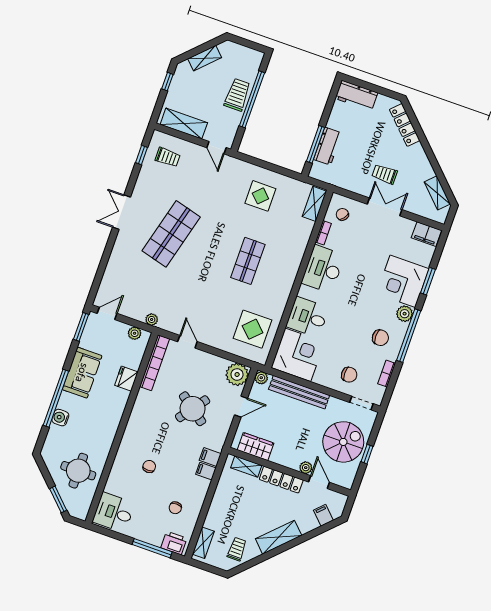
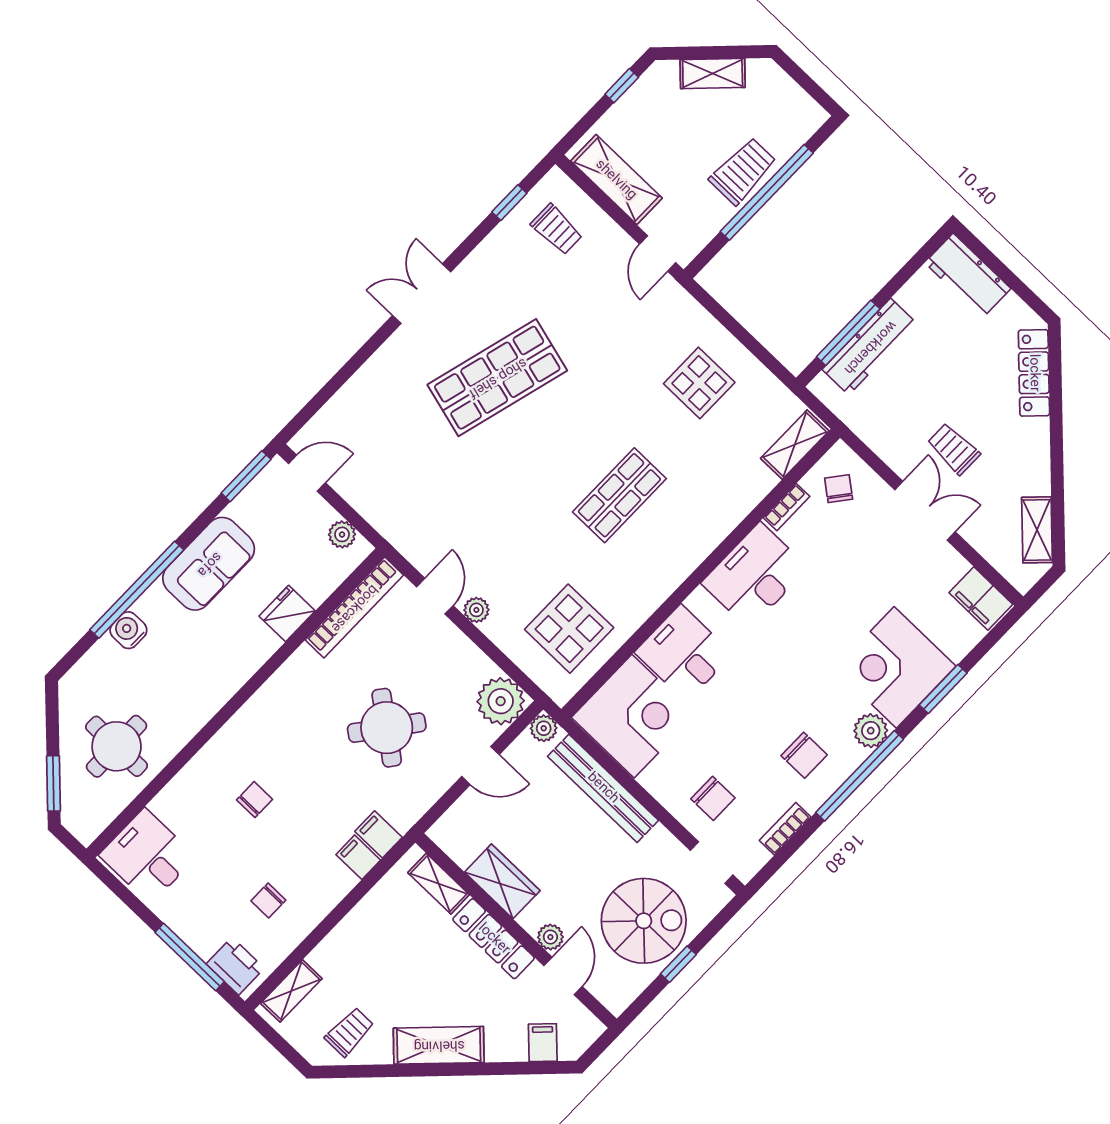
workbench: (328, 146) -> (870, 347), width x1.37
plant: (152, 319) -> (476, 610), moved
wardrobe: (256, 447) -> (502, 881), moved

